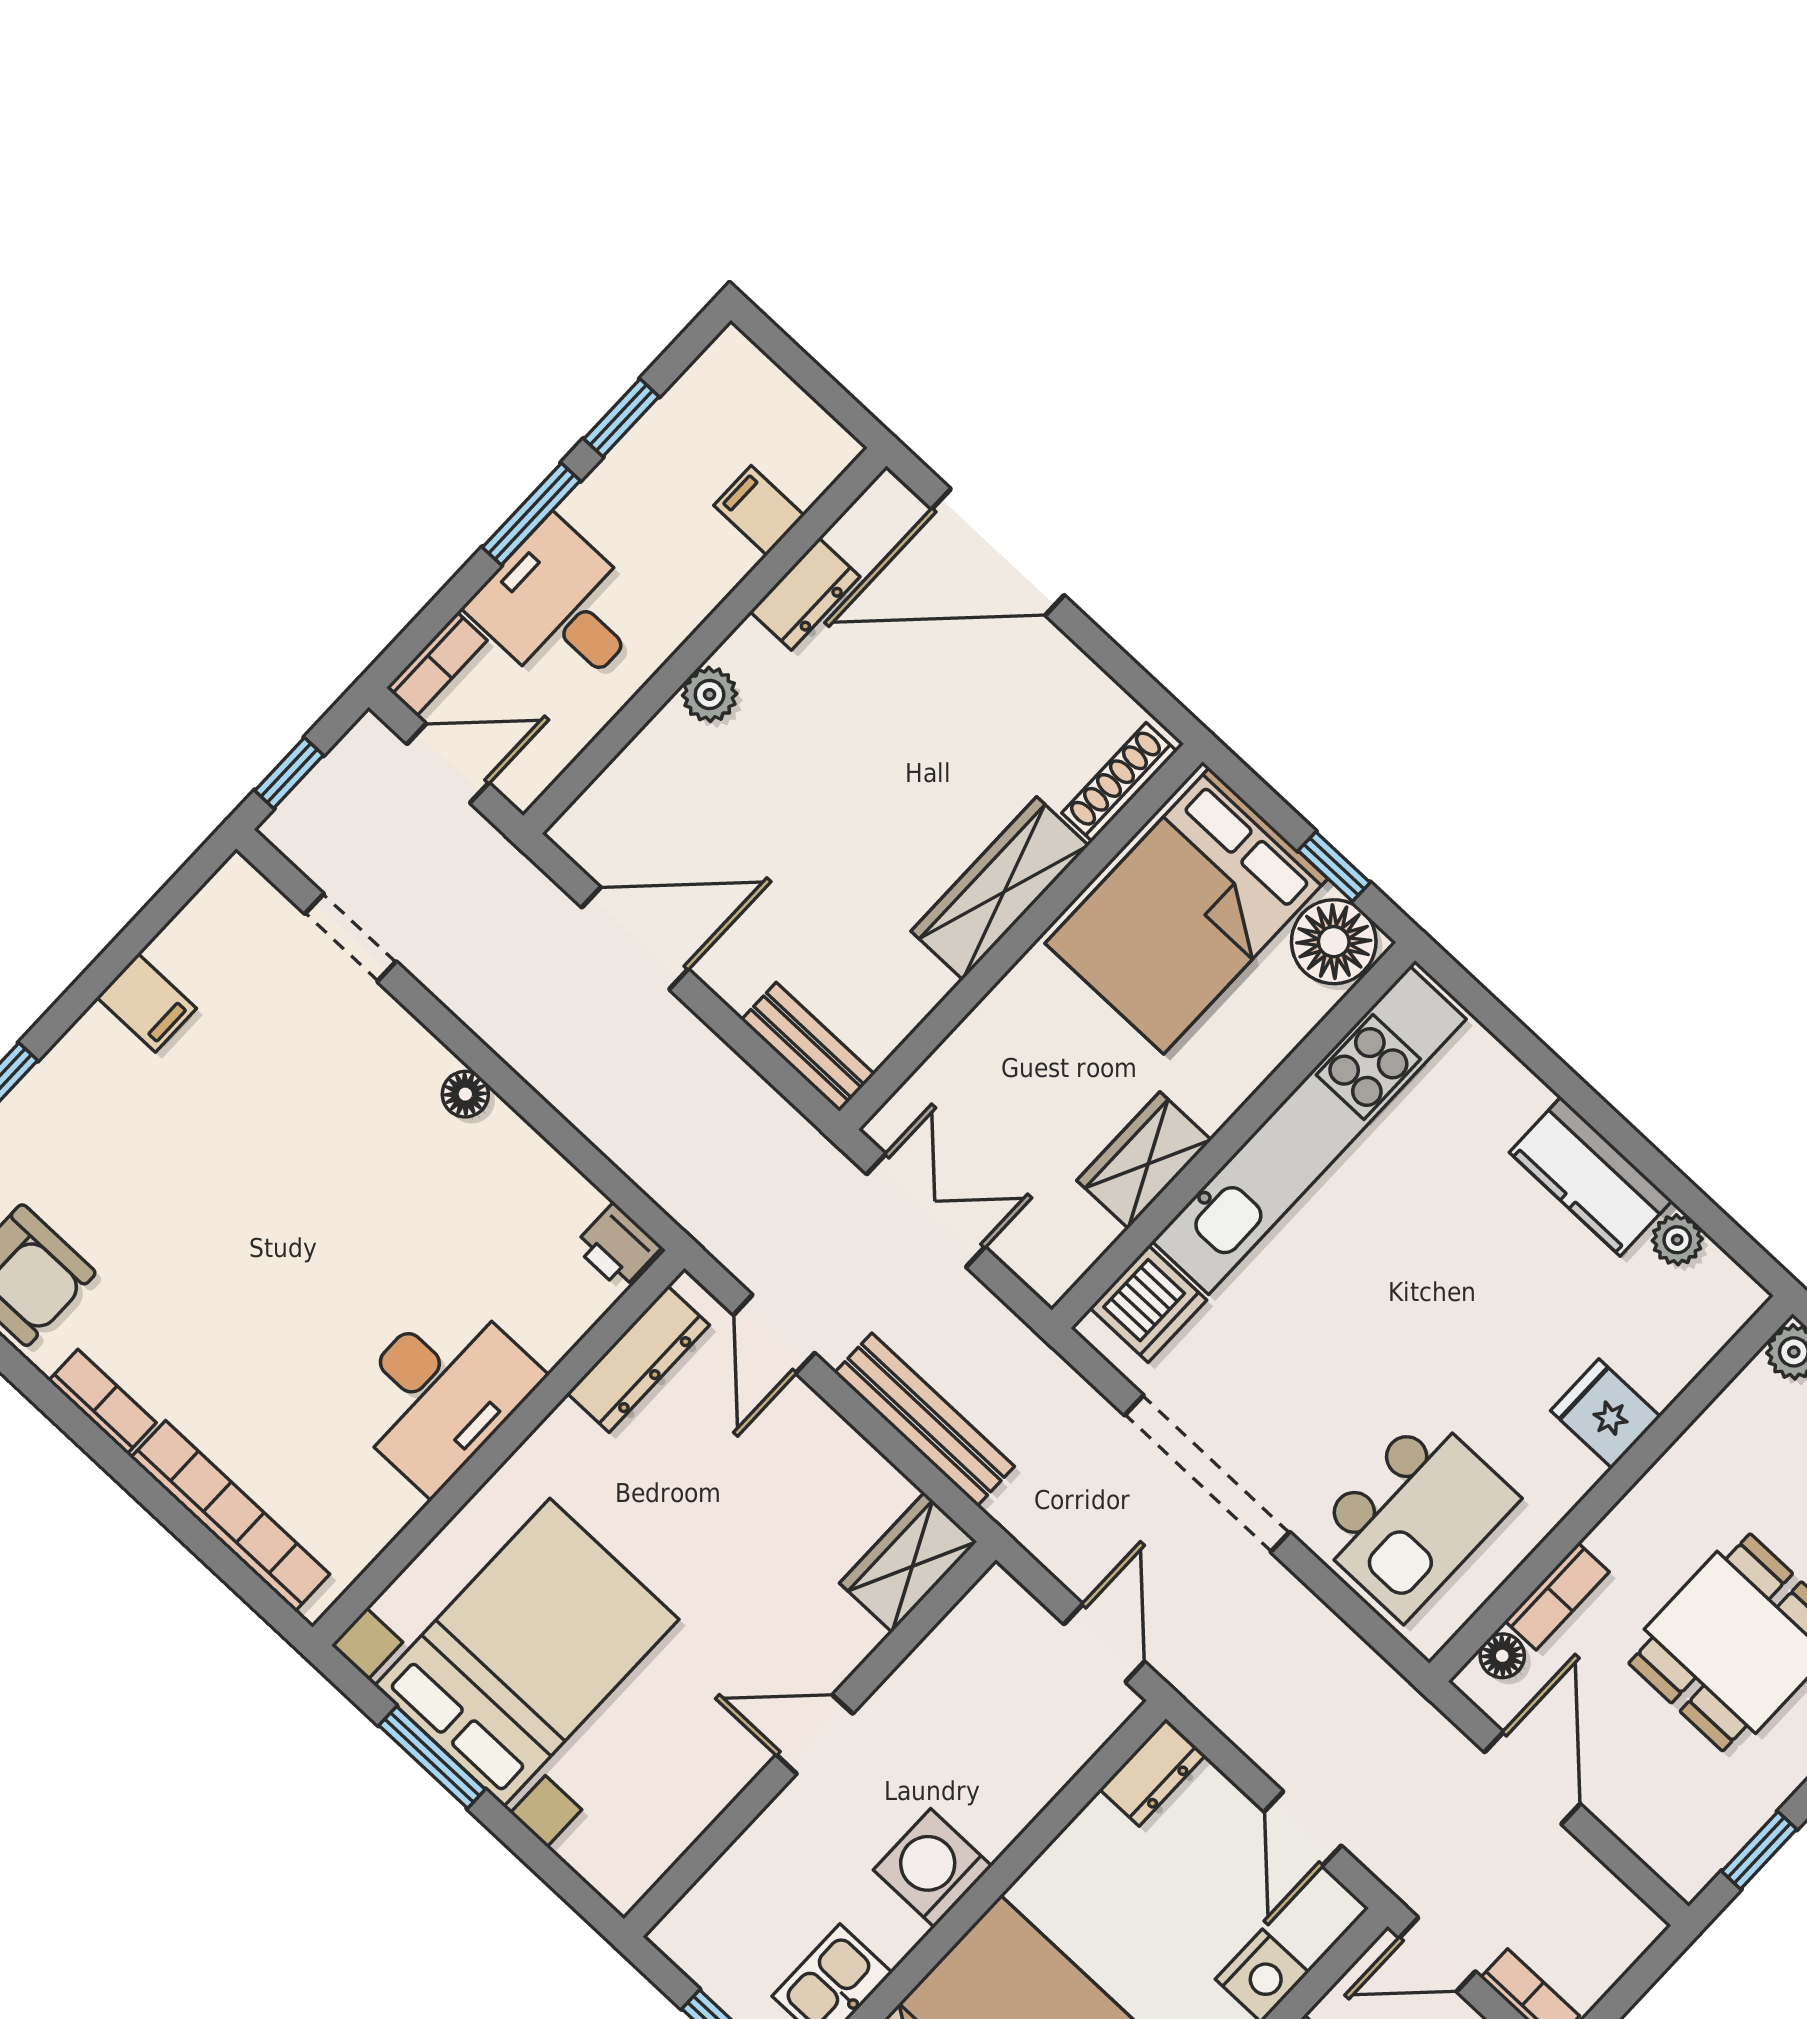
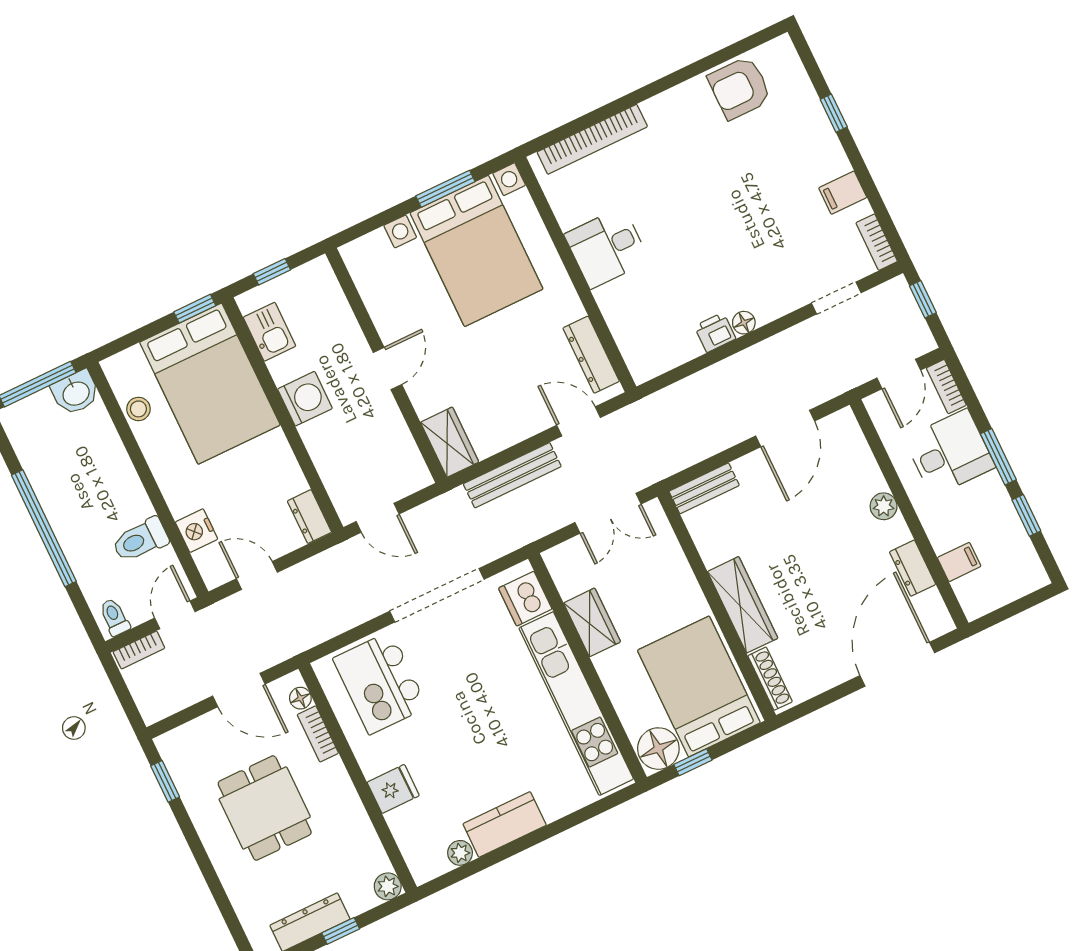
printer: (618, 1246) -> (715, 332), moved
desk: (441, 1391) -> (607, 248), width x0.73
bookcase: (102, 1402) -> (877, 242), moved, turned 90

